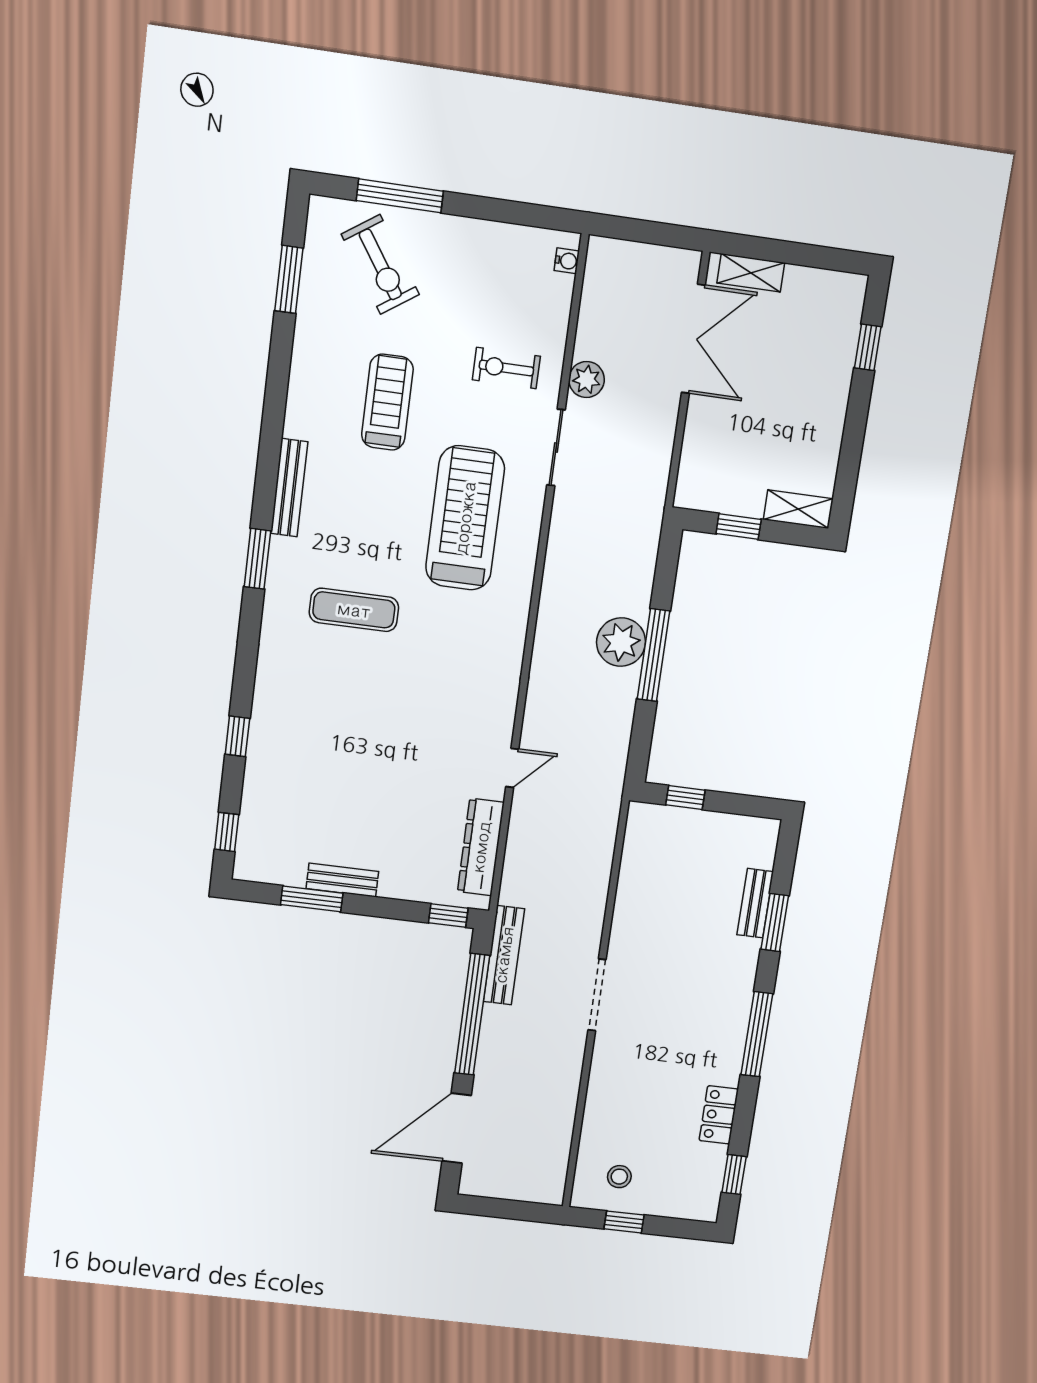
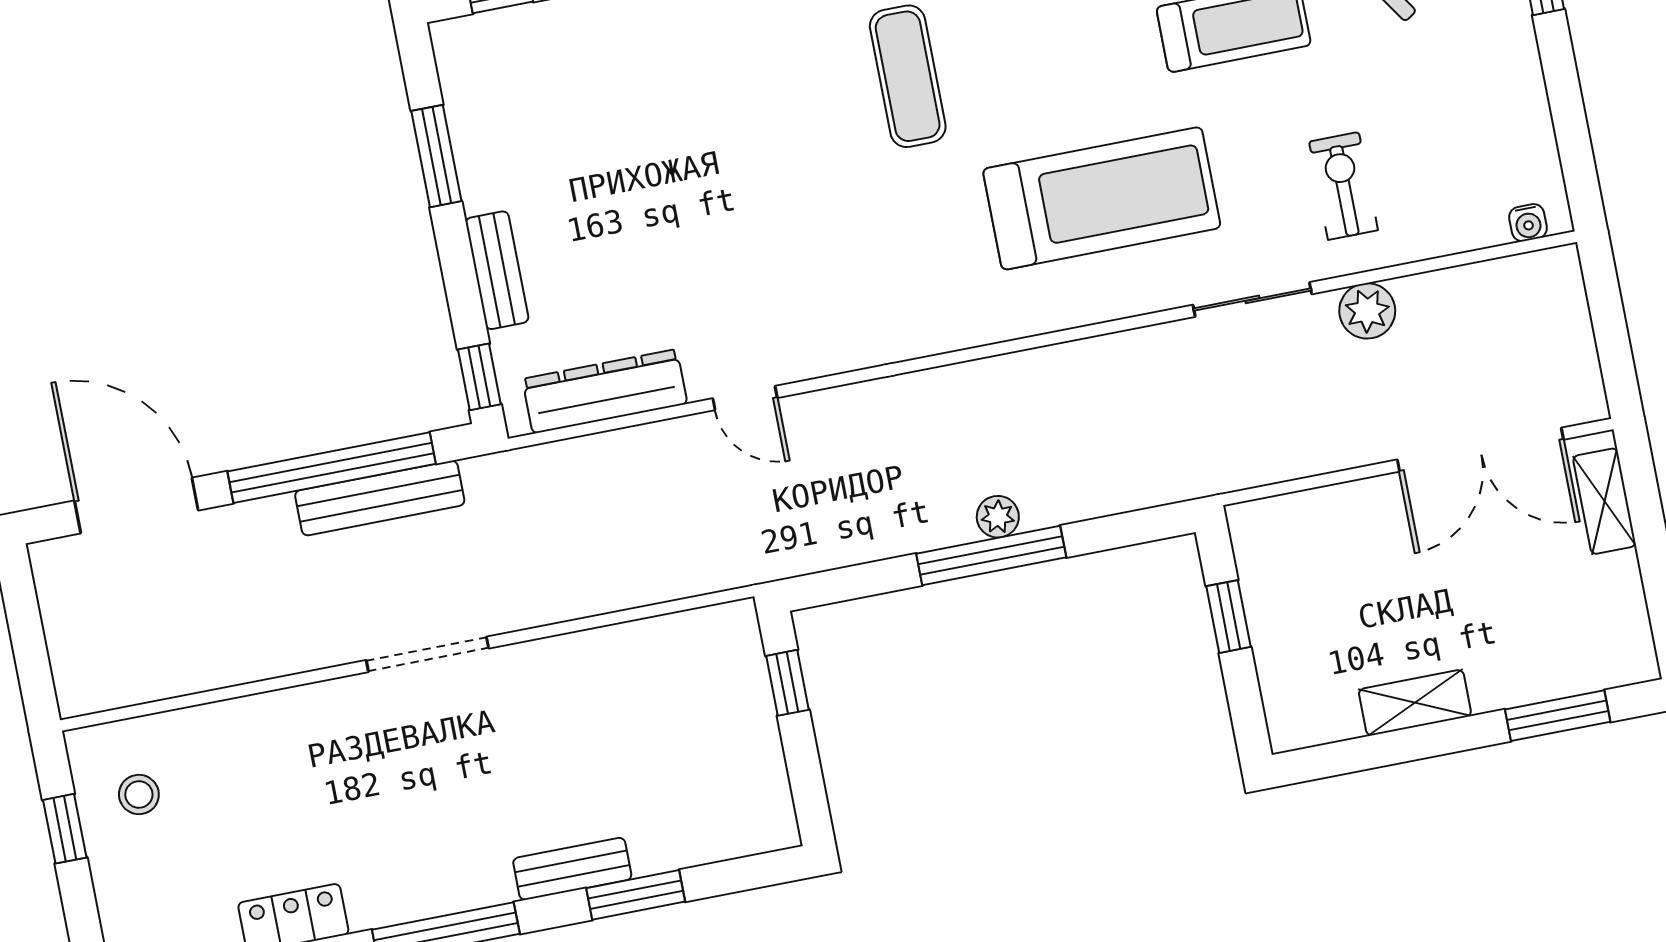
window: (868, 347) -> (1558, 716), width x1.50
shelving: (798, 509) -> (1415, 703), moved, turned 90
plant: (621, 642) -> (998, 517), width x0.53, depth x0.53
bench: (342, 880) -> (497, 270), moved
bench: (755, 903) -> (572, 869), moved
bench: (504, 955) -> (380, 498), moved

